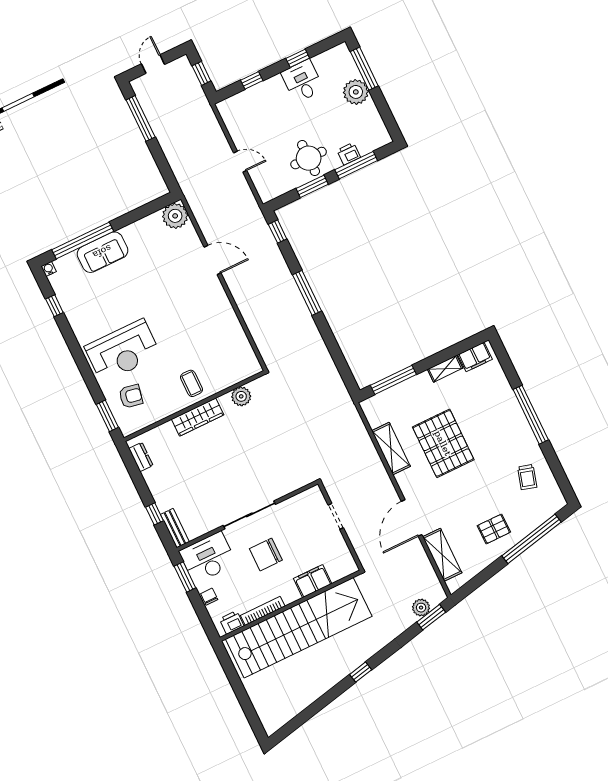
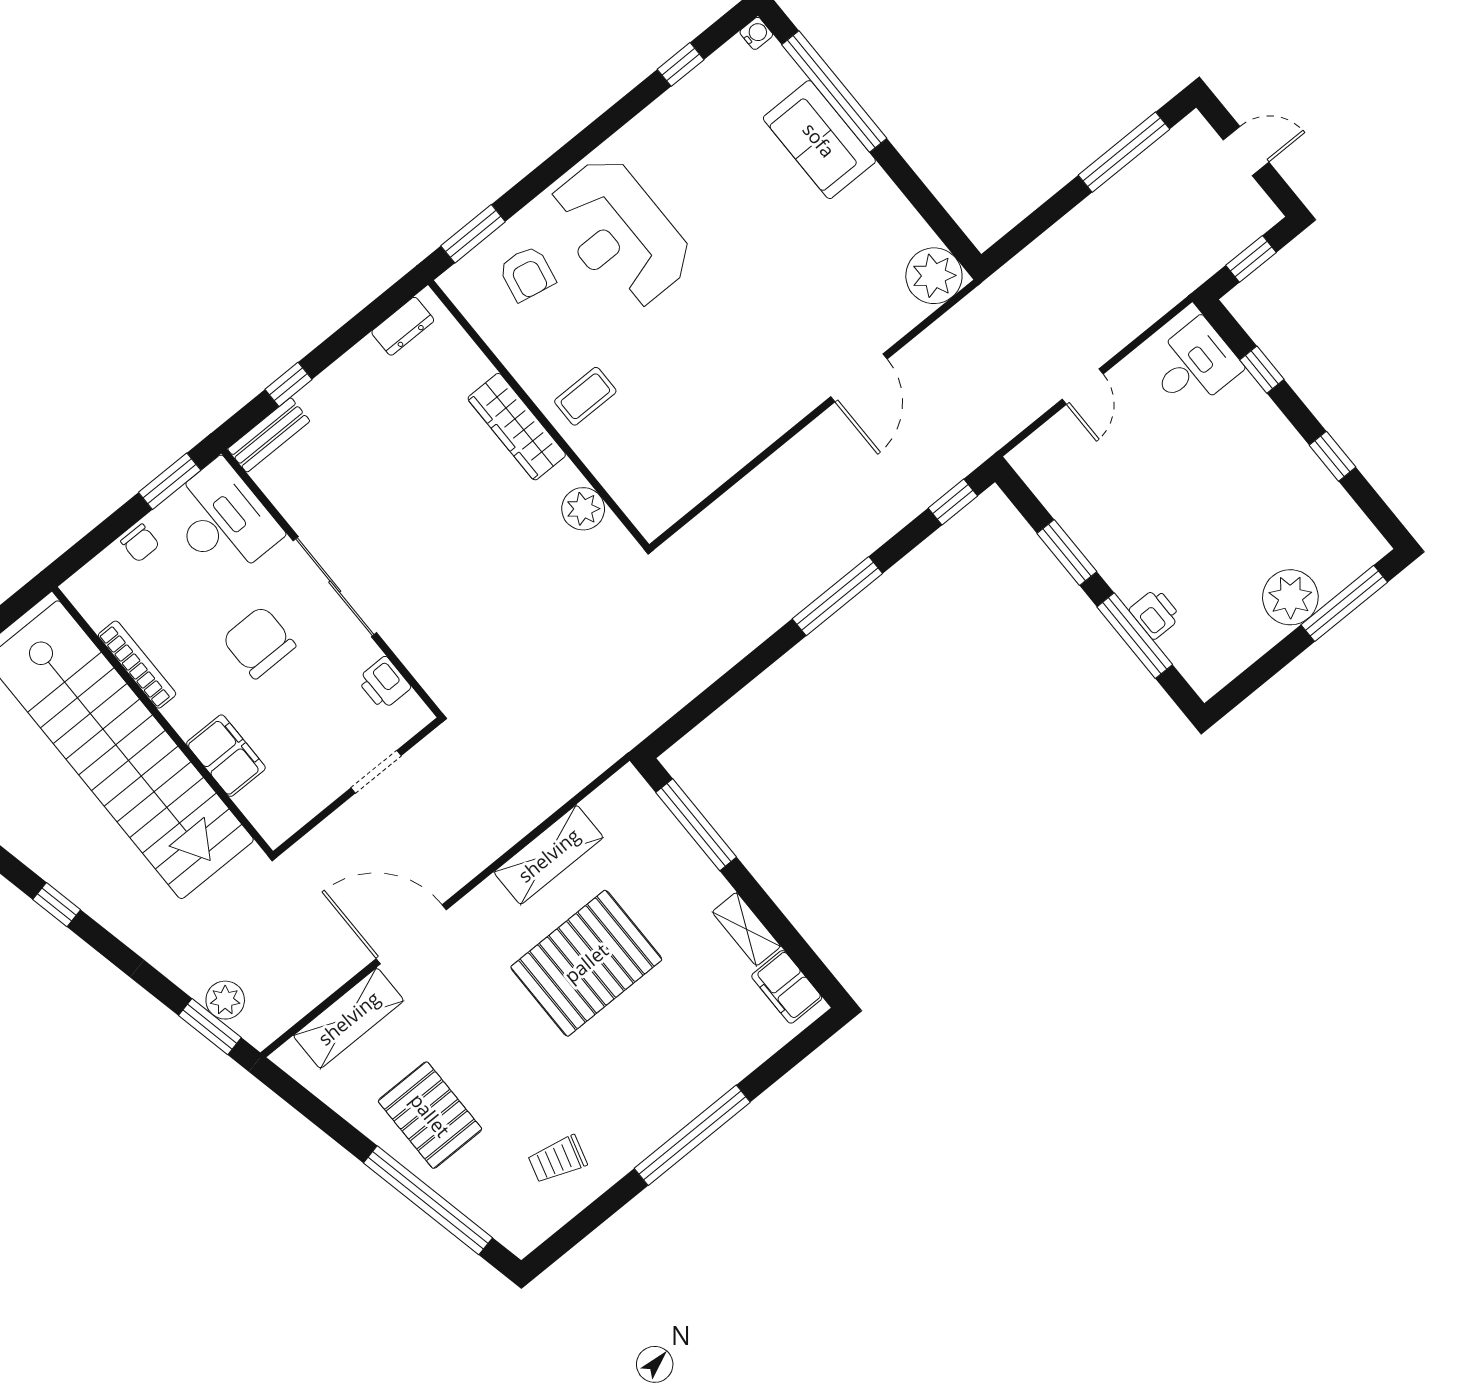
desk: (302, 81) -> (1194, 365), moved
round table: (309, 158) -> (1125, 530), removed
pallet: (494, 529) -> (430, 1115), width x1.50, depth x1.42
chair: (209, 597) -> (140, 543), turned 90
printer: (232, 622) -> (384, 683), moved, turned 180

